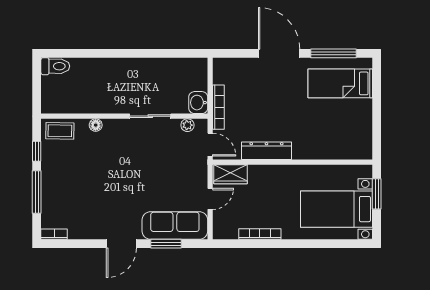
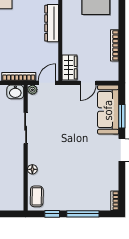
plant: (187, 125) -> (32, 90), moved
dresser: (266, 151) -> (52, 23), moved
door: (210, 199) -> (88, 83), swing flipped

